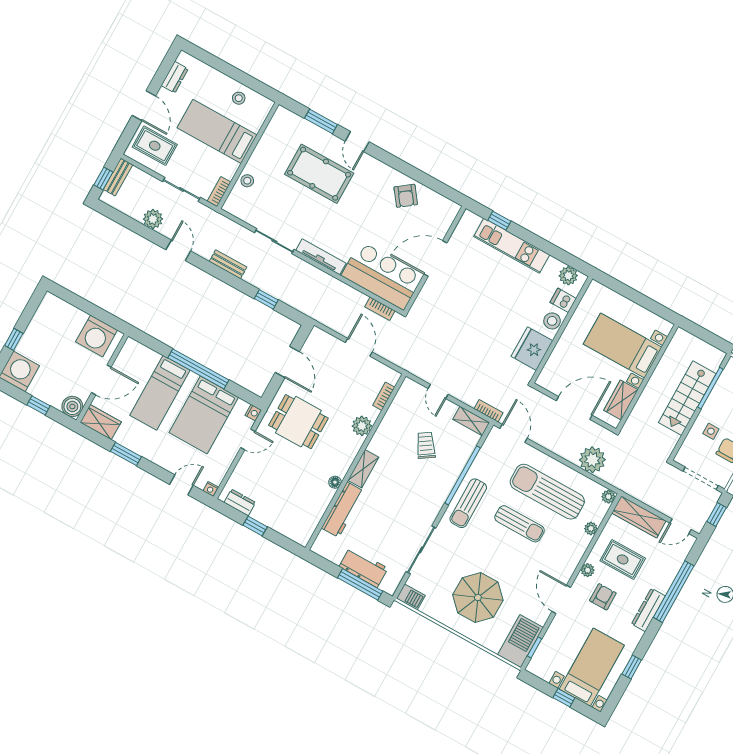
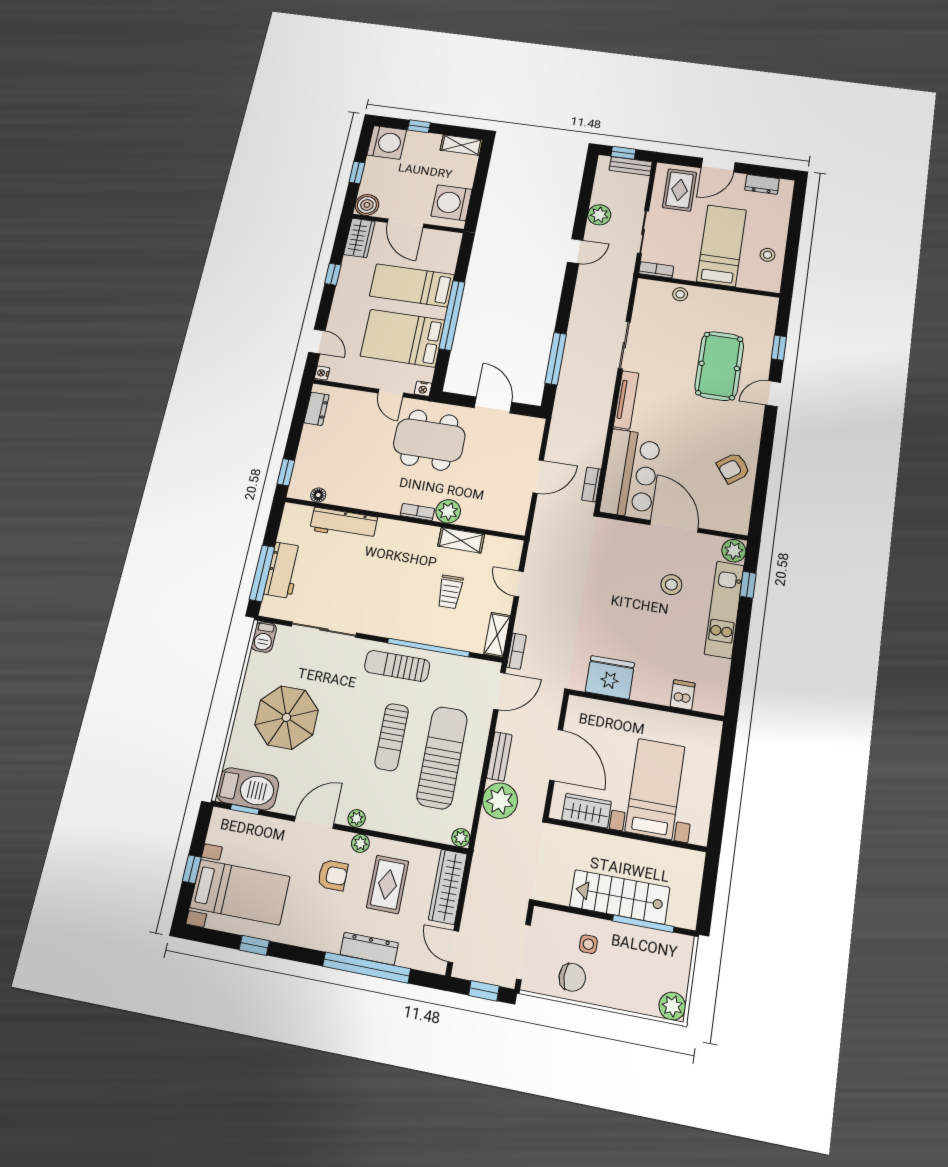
window: (321, 121) -> (779, 348), width x0.67
bench: (228, 264) -> (499, 756), moved
plant: (568, 276) -> (734, 551), moved
window: (266, 299) -> (556, 359), width x2.17
shelving: (45, 310) -> (461, 145), added
stool: (552, 321) -> (671, 585), moved
door: (287, 362) -> (493, 405), swing flipped
door: (438, 391) -> (519, 584), hinge flipped
bookcase: (384, 396) -> (417, 512), moved
dining table: (298, 422) -> (429, 440), width x1.37
trolley: (426, 445) -> (450, 592), turned 124
window: (126, 454) -> (333, 274), width x0.67
shelving: (363, 469) -> (461, 540), moved
floor lamp: (335, 482) -> (318, 495), moved
window: (255, 526) -> (286, 472), moved
plant: (591, 528) -> (357, 818), moved
dresser: (648, 610) -> (369, 949), moved

